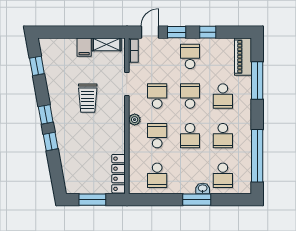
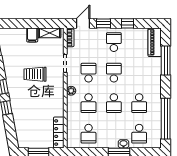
school desk: (223, 96) -> (139, 73), removed
trolley: (88, 98) -> (35, 74), turned 90
school desk: (157, 136) -> (89, 103), turned 180

